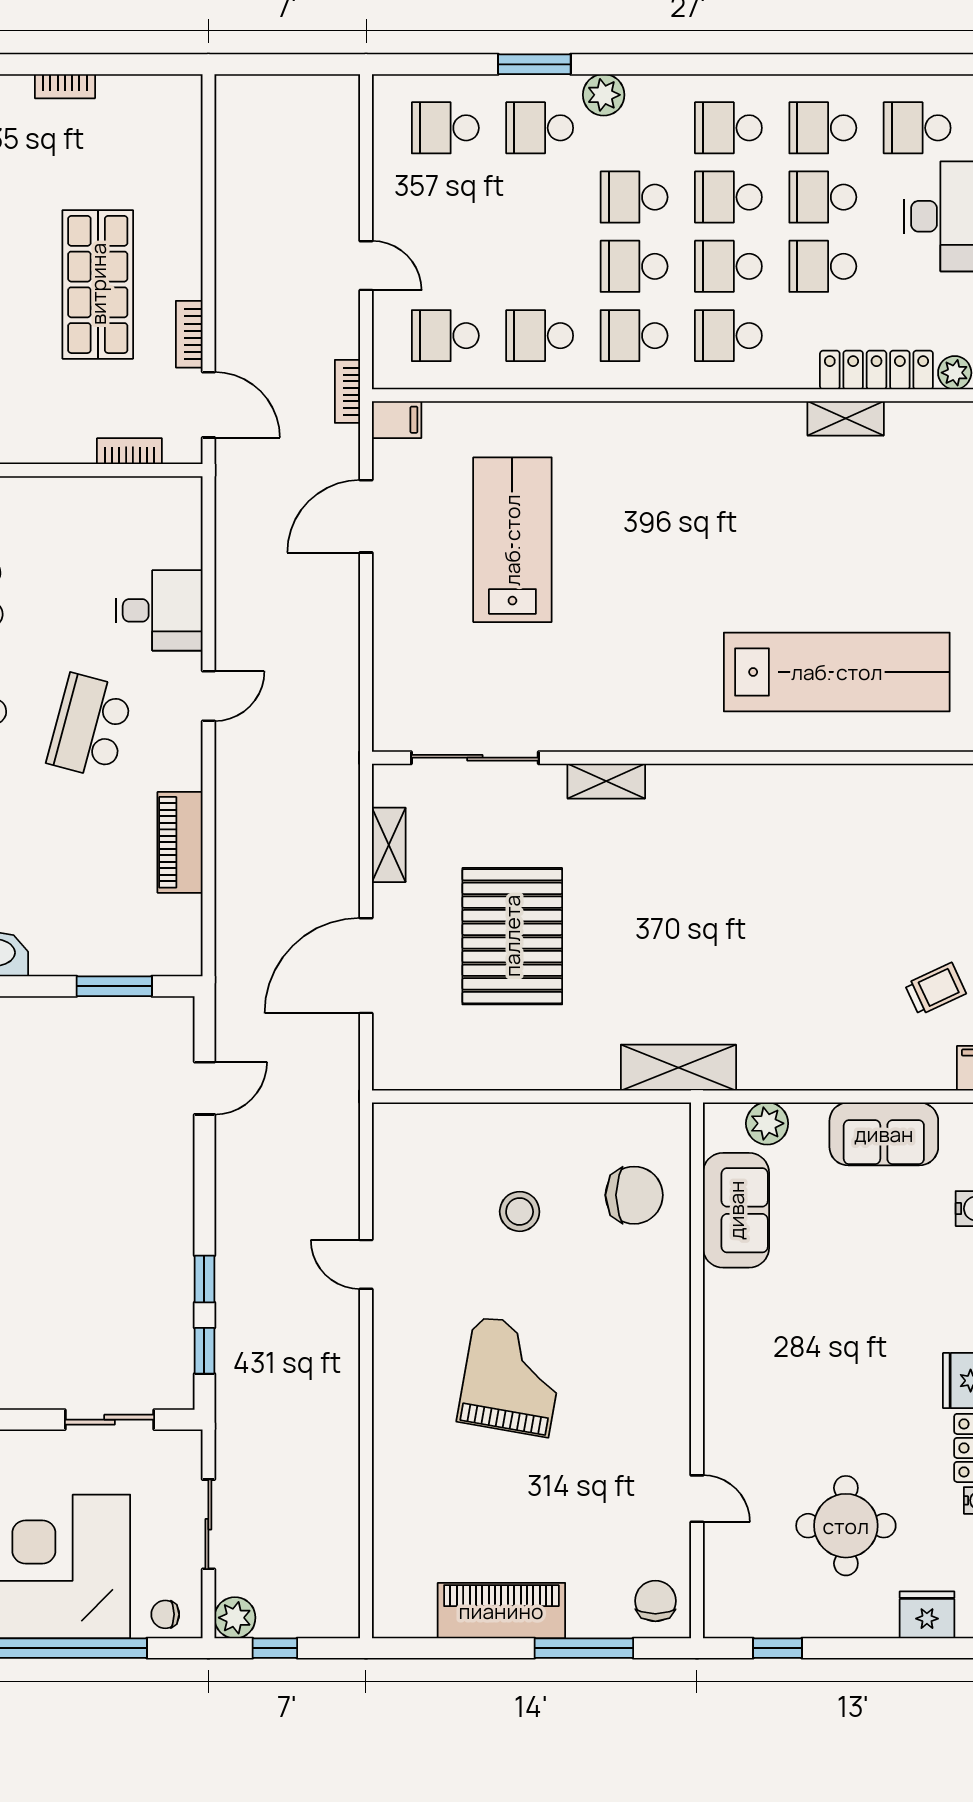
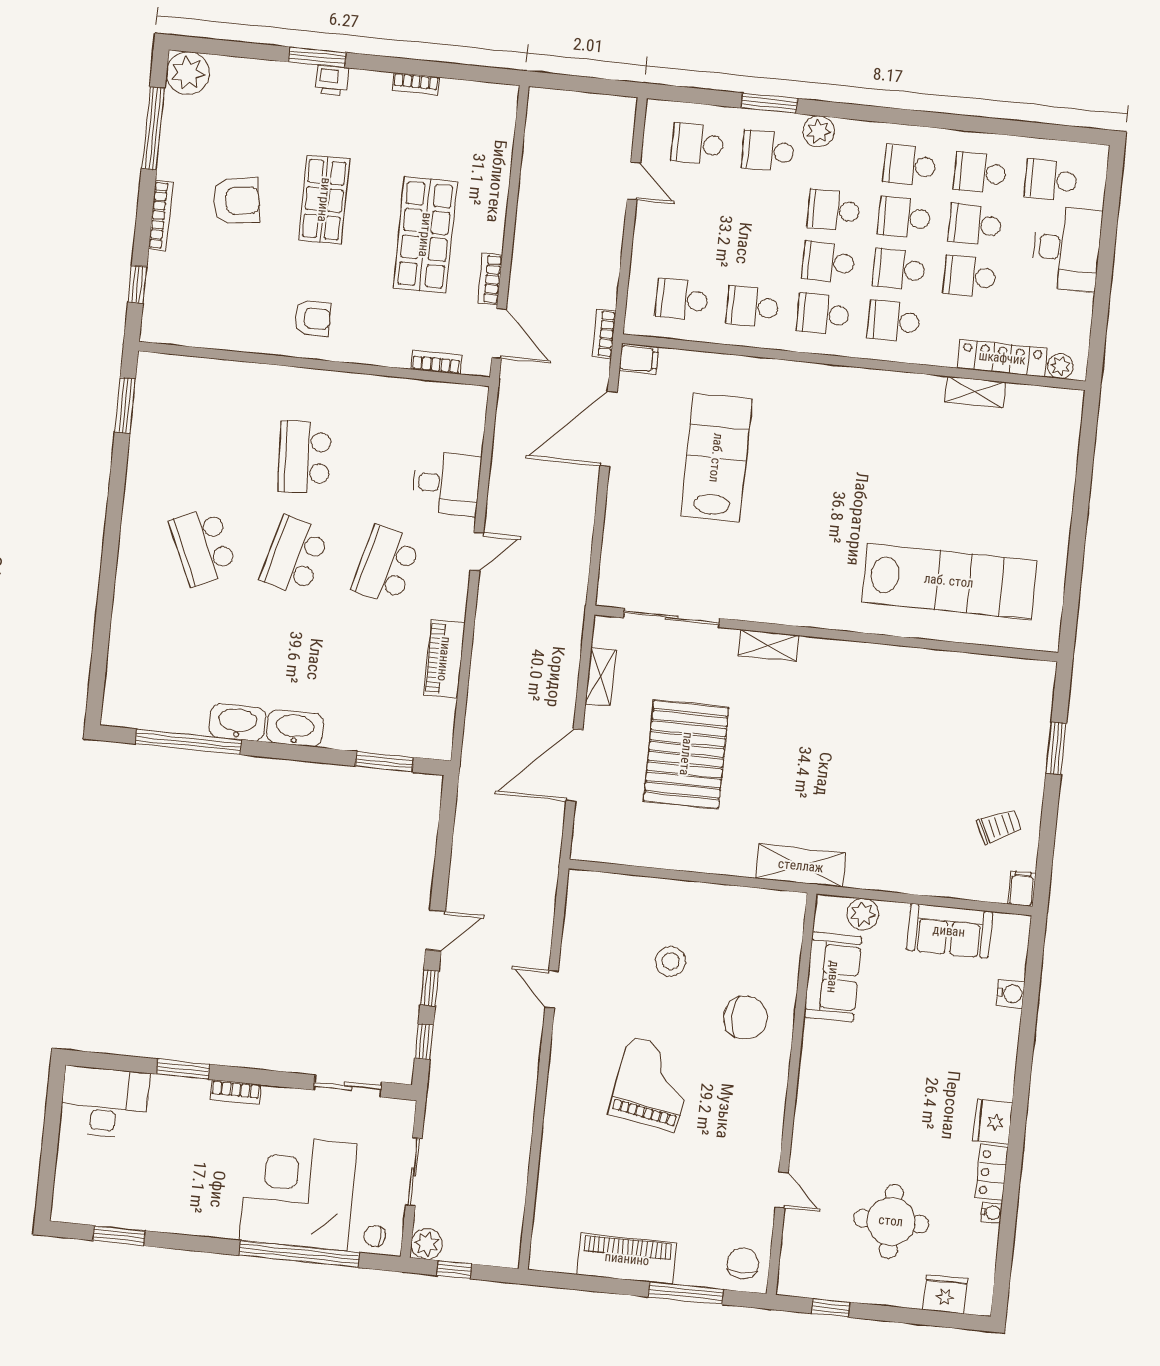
door: (366, 266) -> (634, 181), moved
door: (366, 516) -> (609, 429), width x1.36
door: (204, 1088) -> (435, 930), moved
chair: (634, 1195) -> (745, 1018), moved

